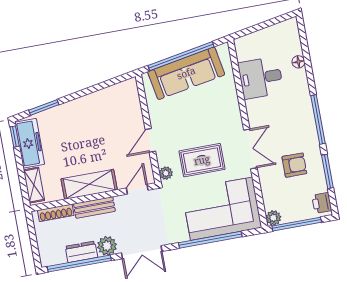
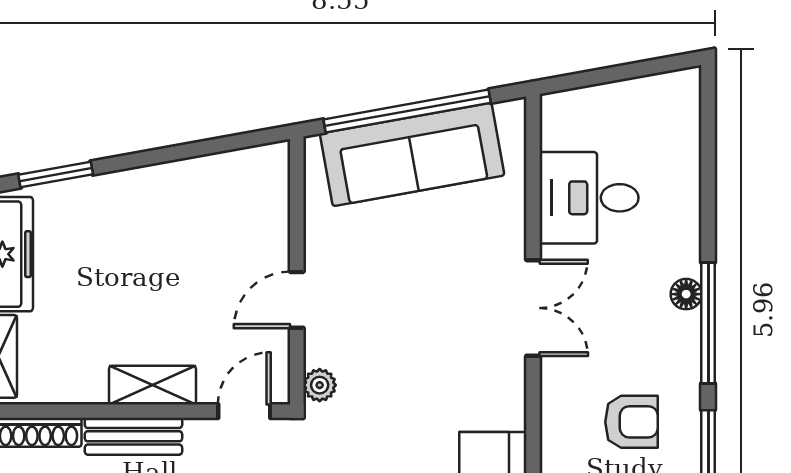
floor lamp: (298, 62) -> (686, 294), moved
double door: (250, 149) -> (533, 308), moved
rug: (202, 160) -> (412, 370), removed
shelving: (89, 184) -> (153, 385), width x0.67, depth x0.75

